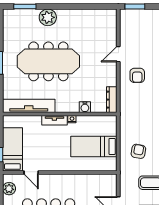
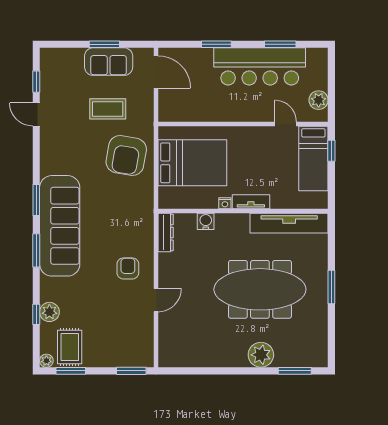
bed: (94, 146) -> (192, 163), width x1.50
armchair: (138, 151) -> (126, 156), width x1.88, depth x1.88

